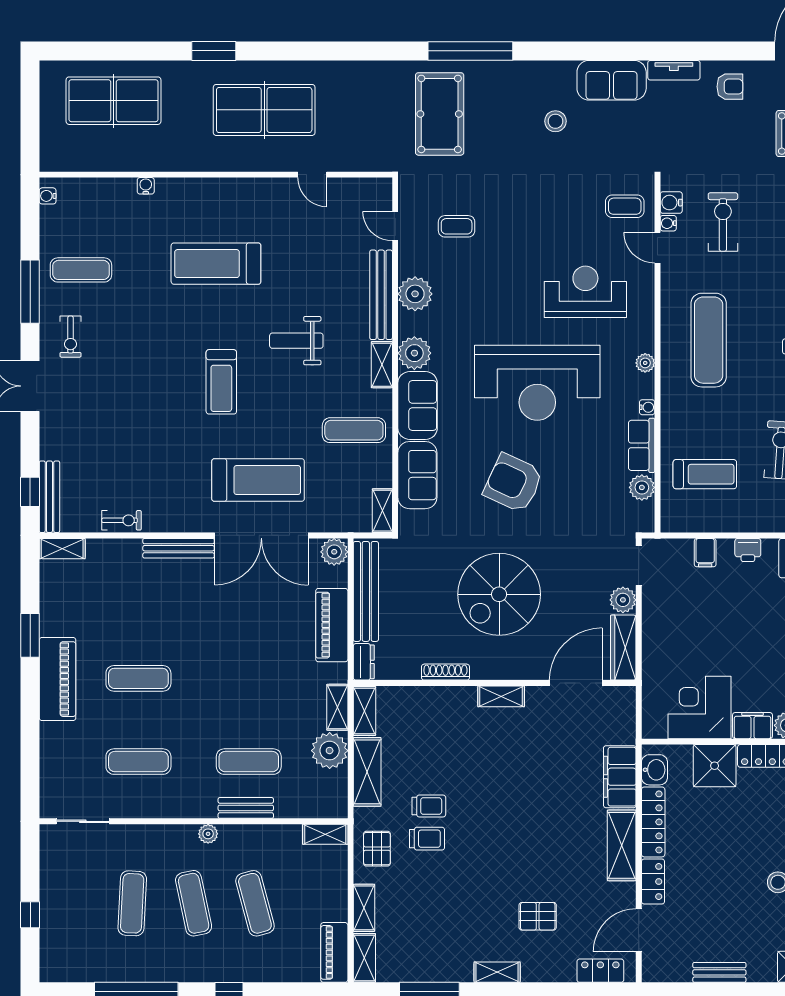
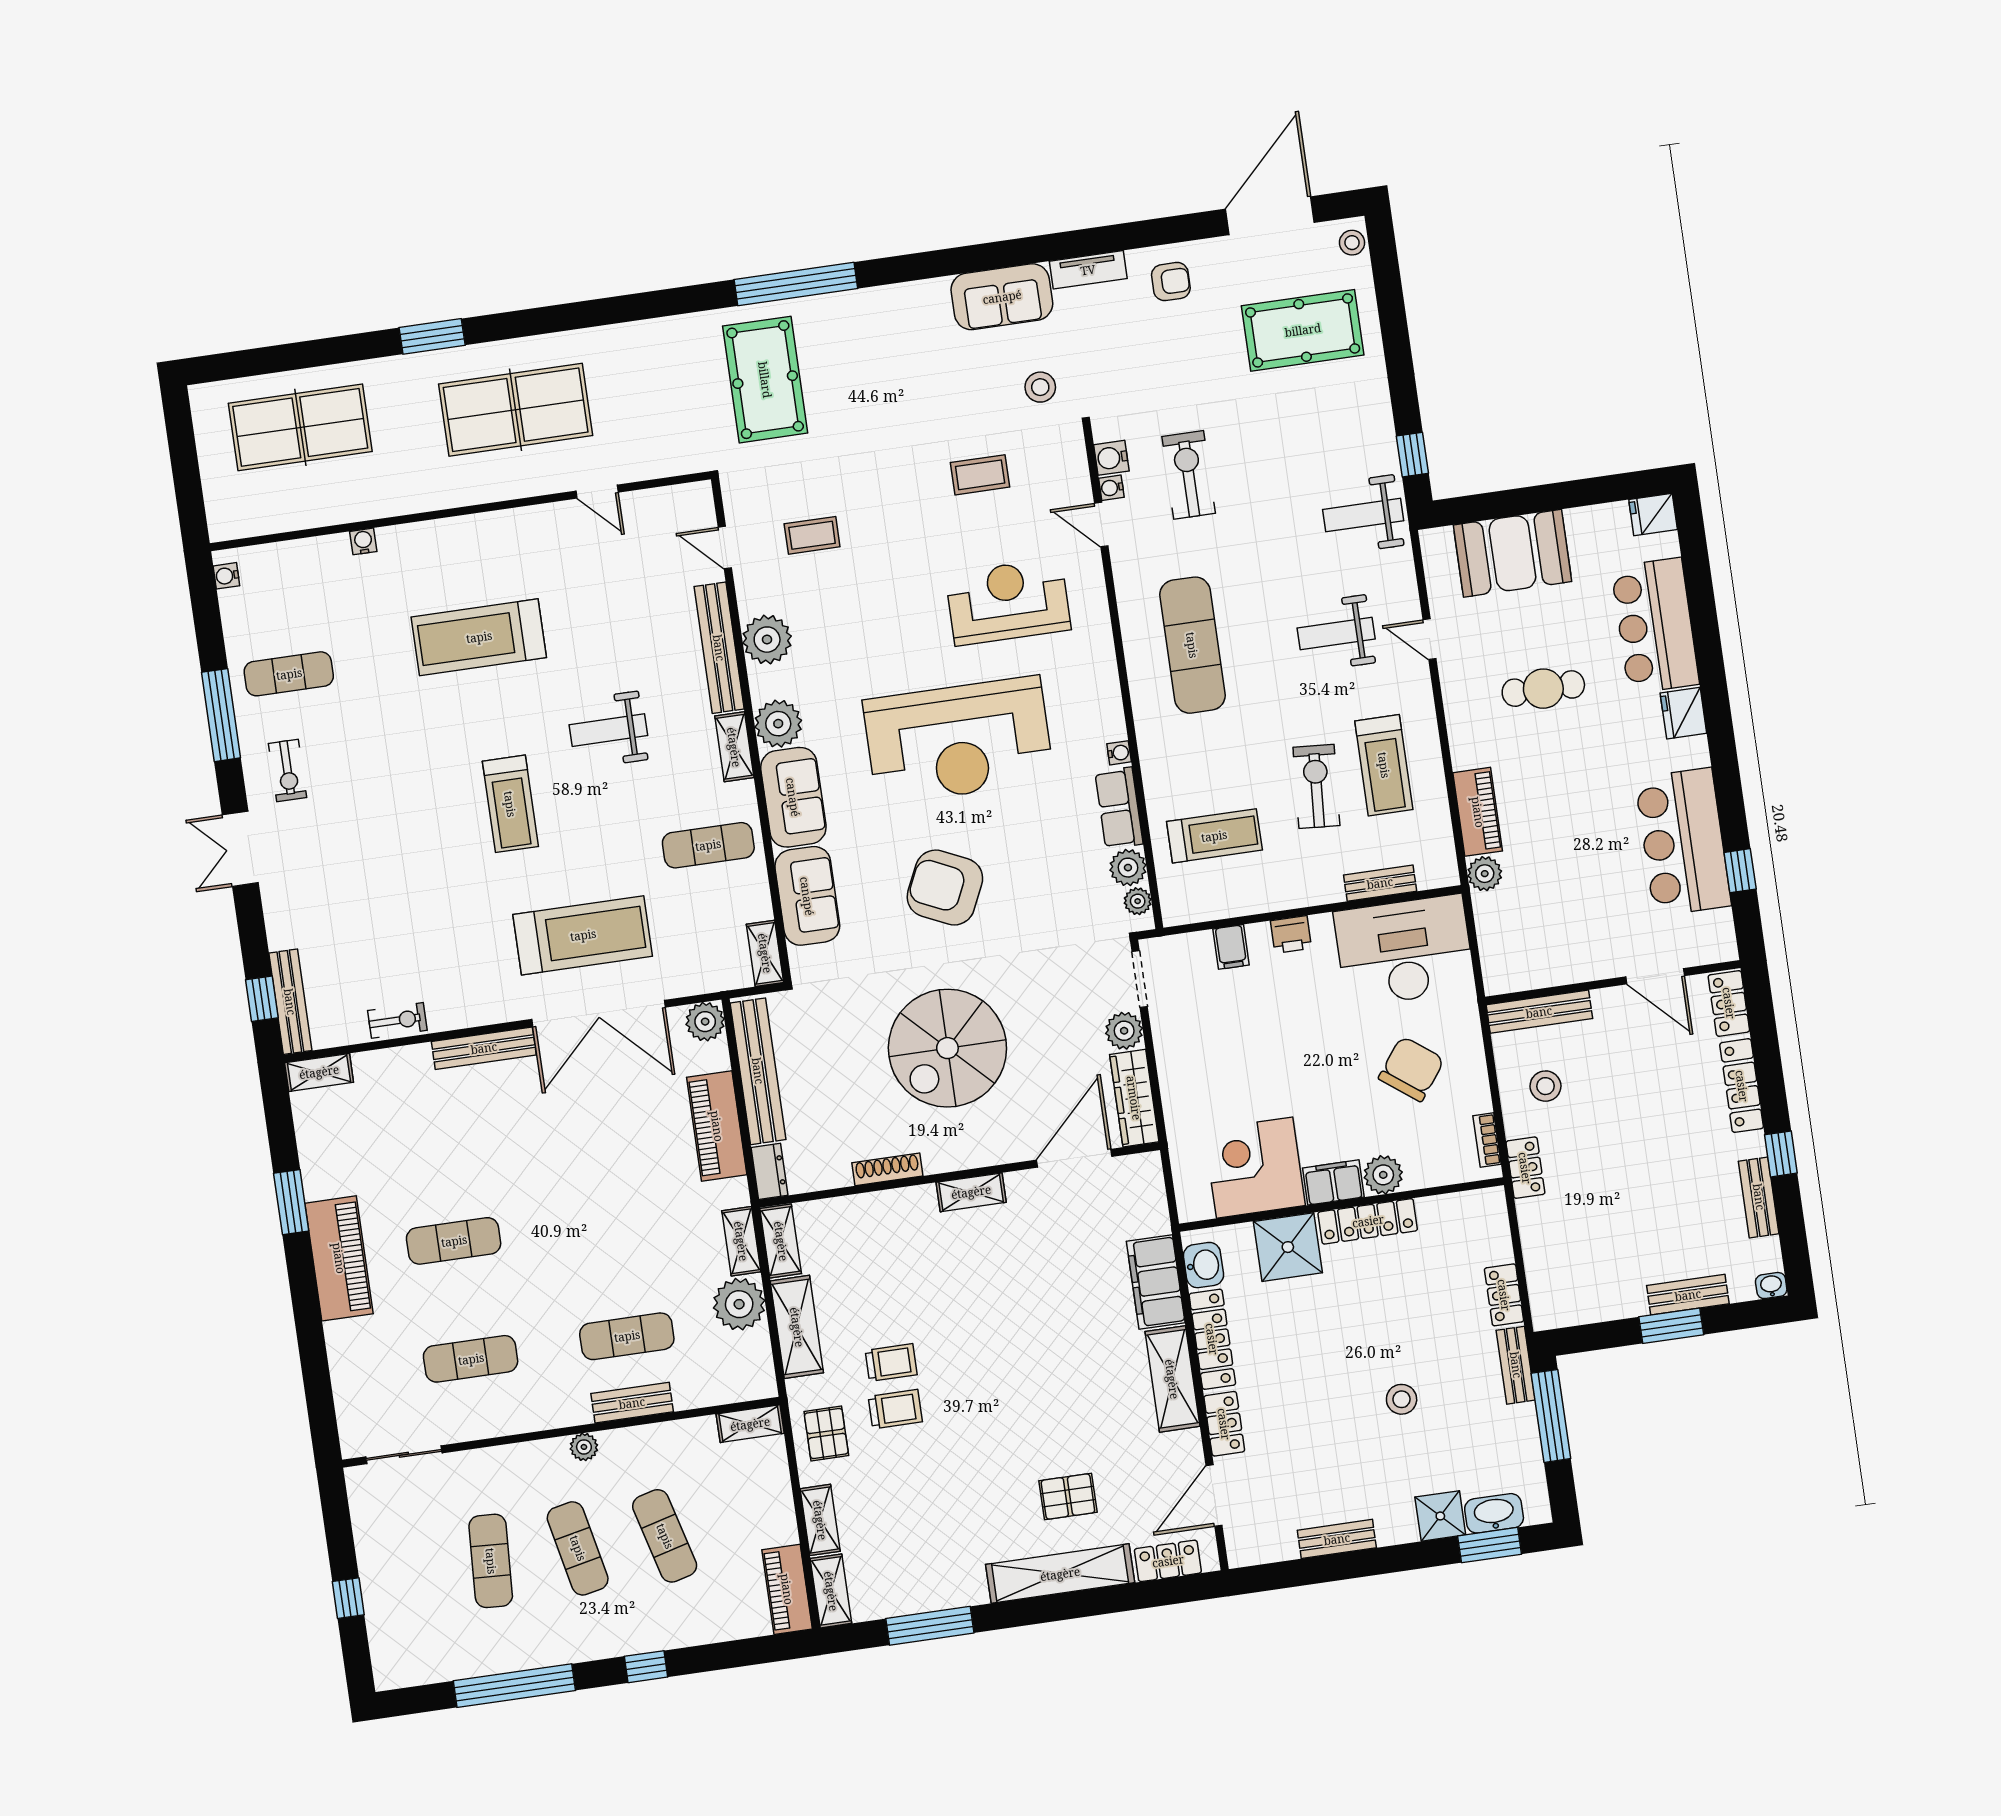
stool: (555, 121) -> (1040, 387), moved
coffee table: (625, 206) -> (980, 475), moved
plant: (645, 363) -> (1138, 901), moved
shelving: (497, 972) -> (1060, 1574), width x2.20, depth x1.33

